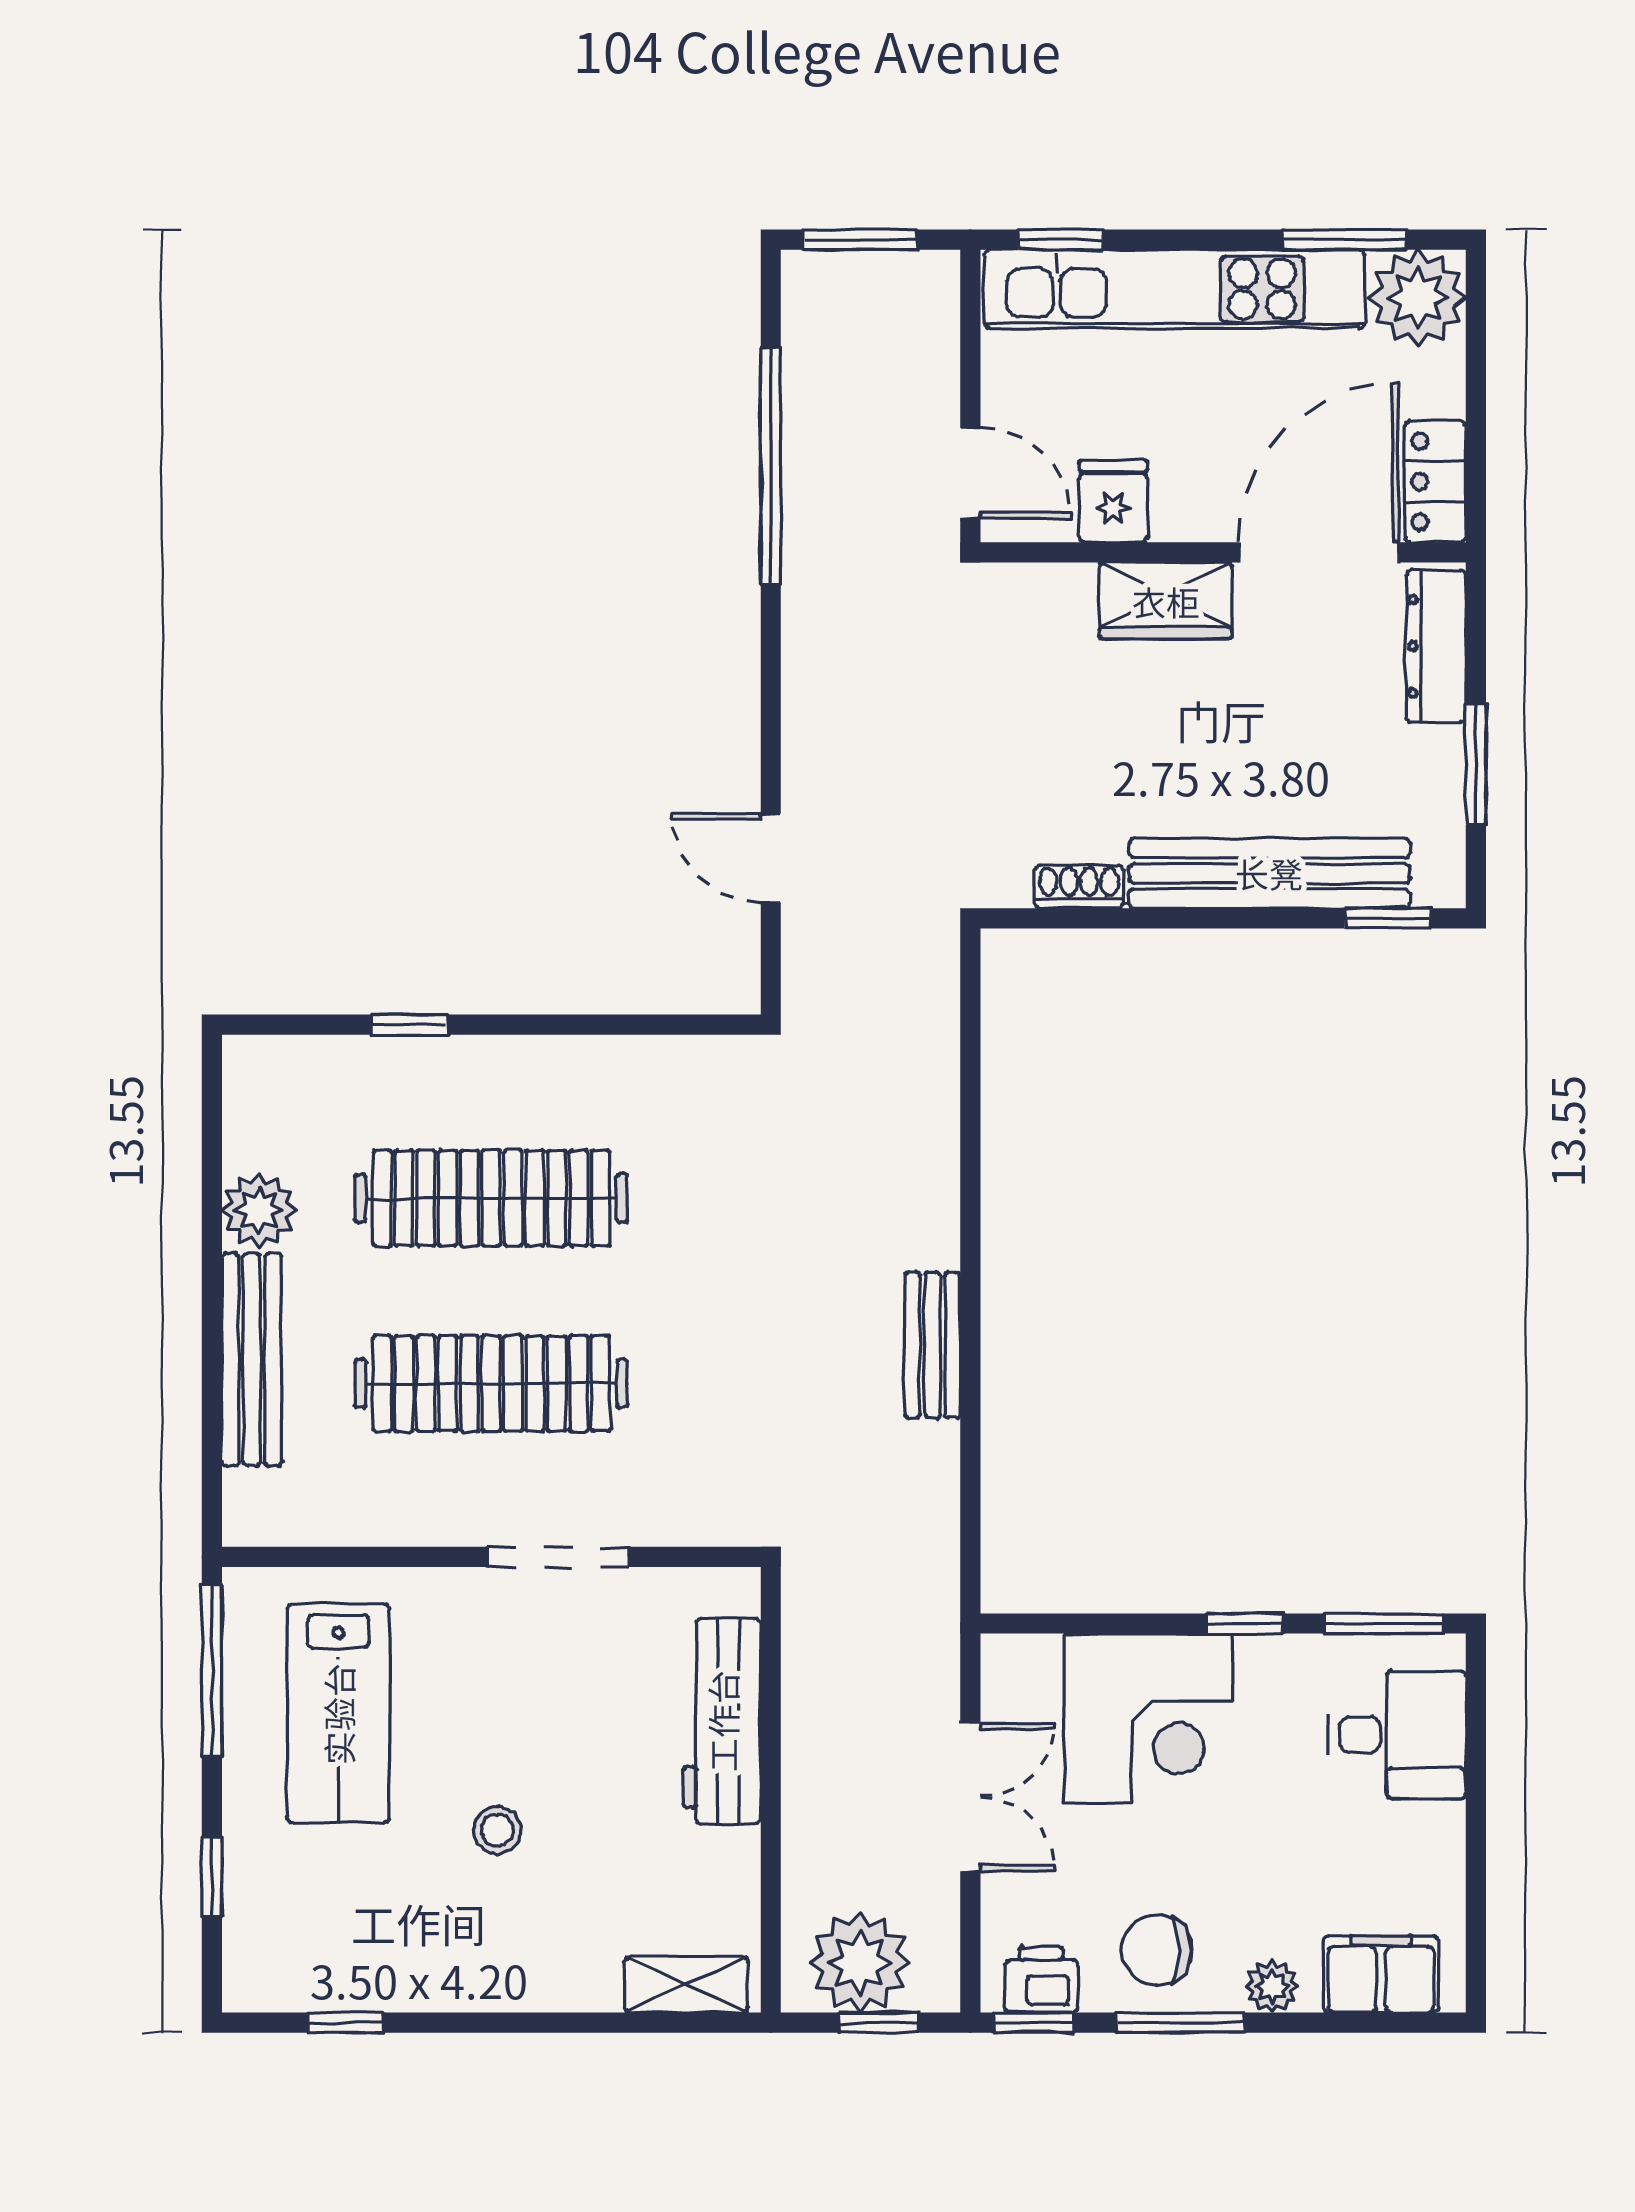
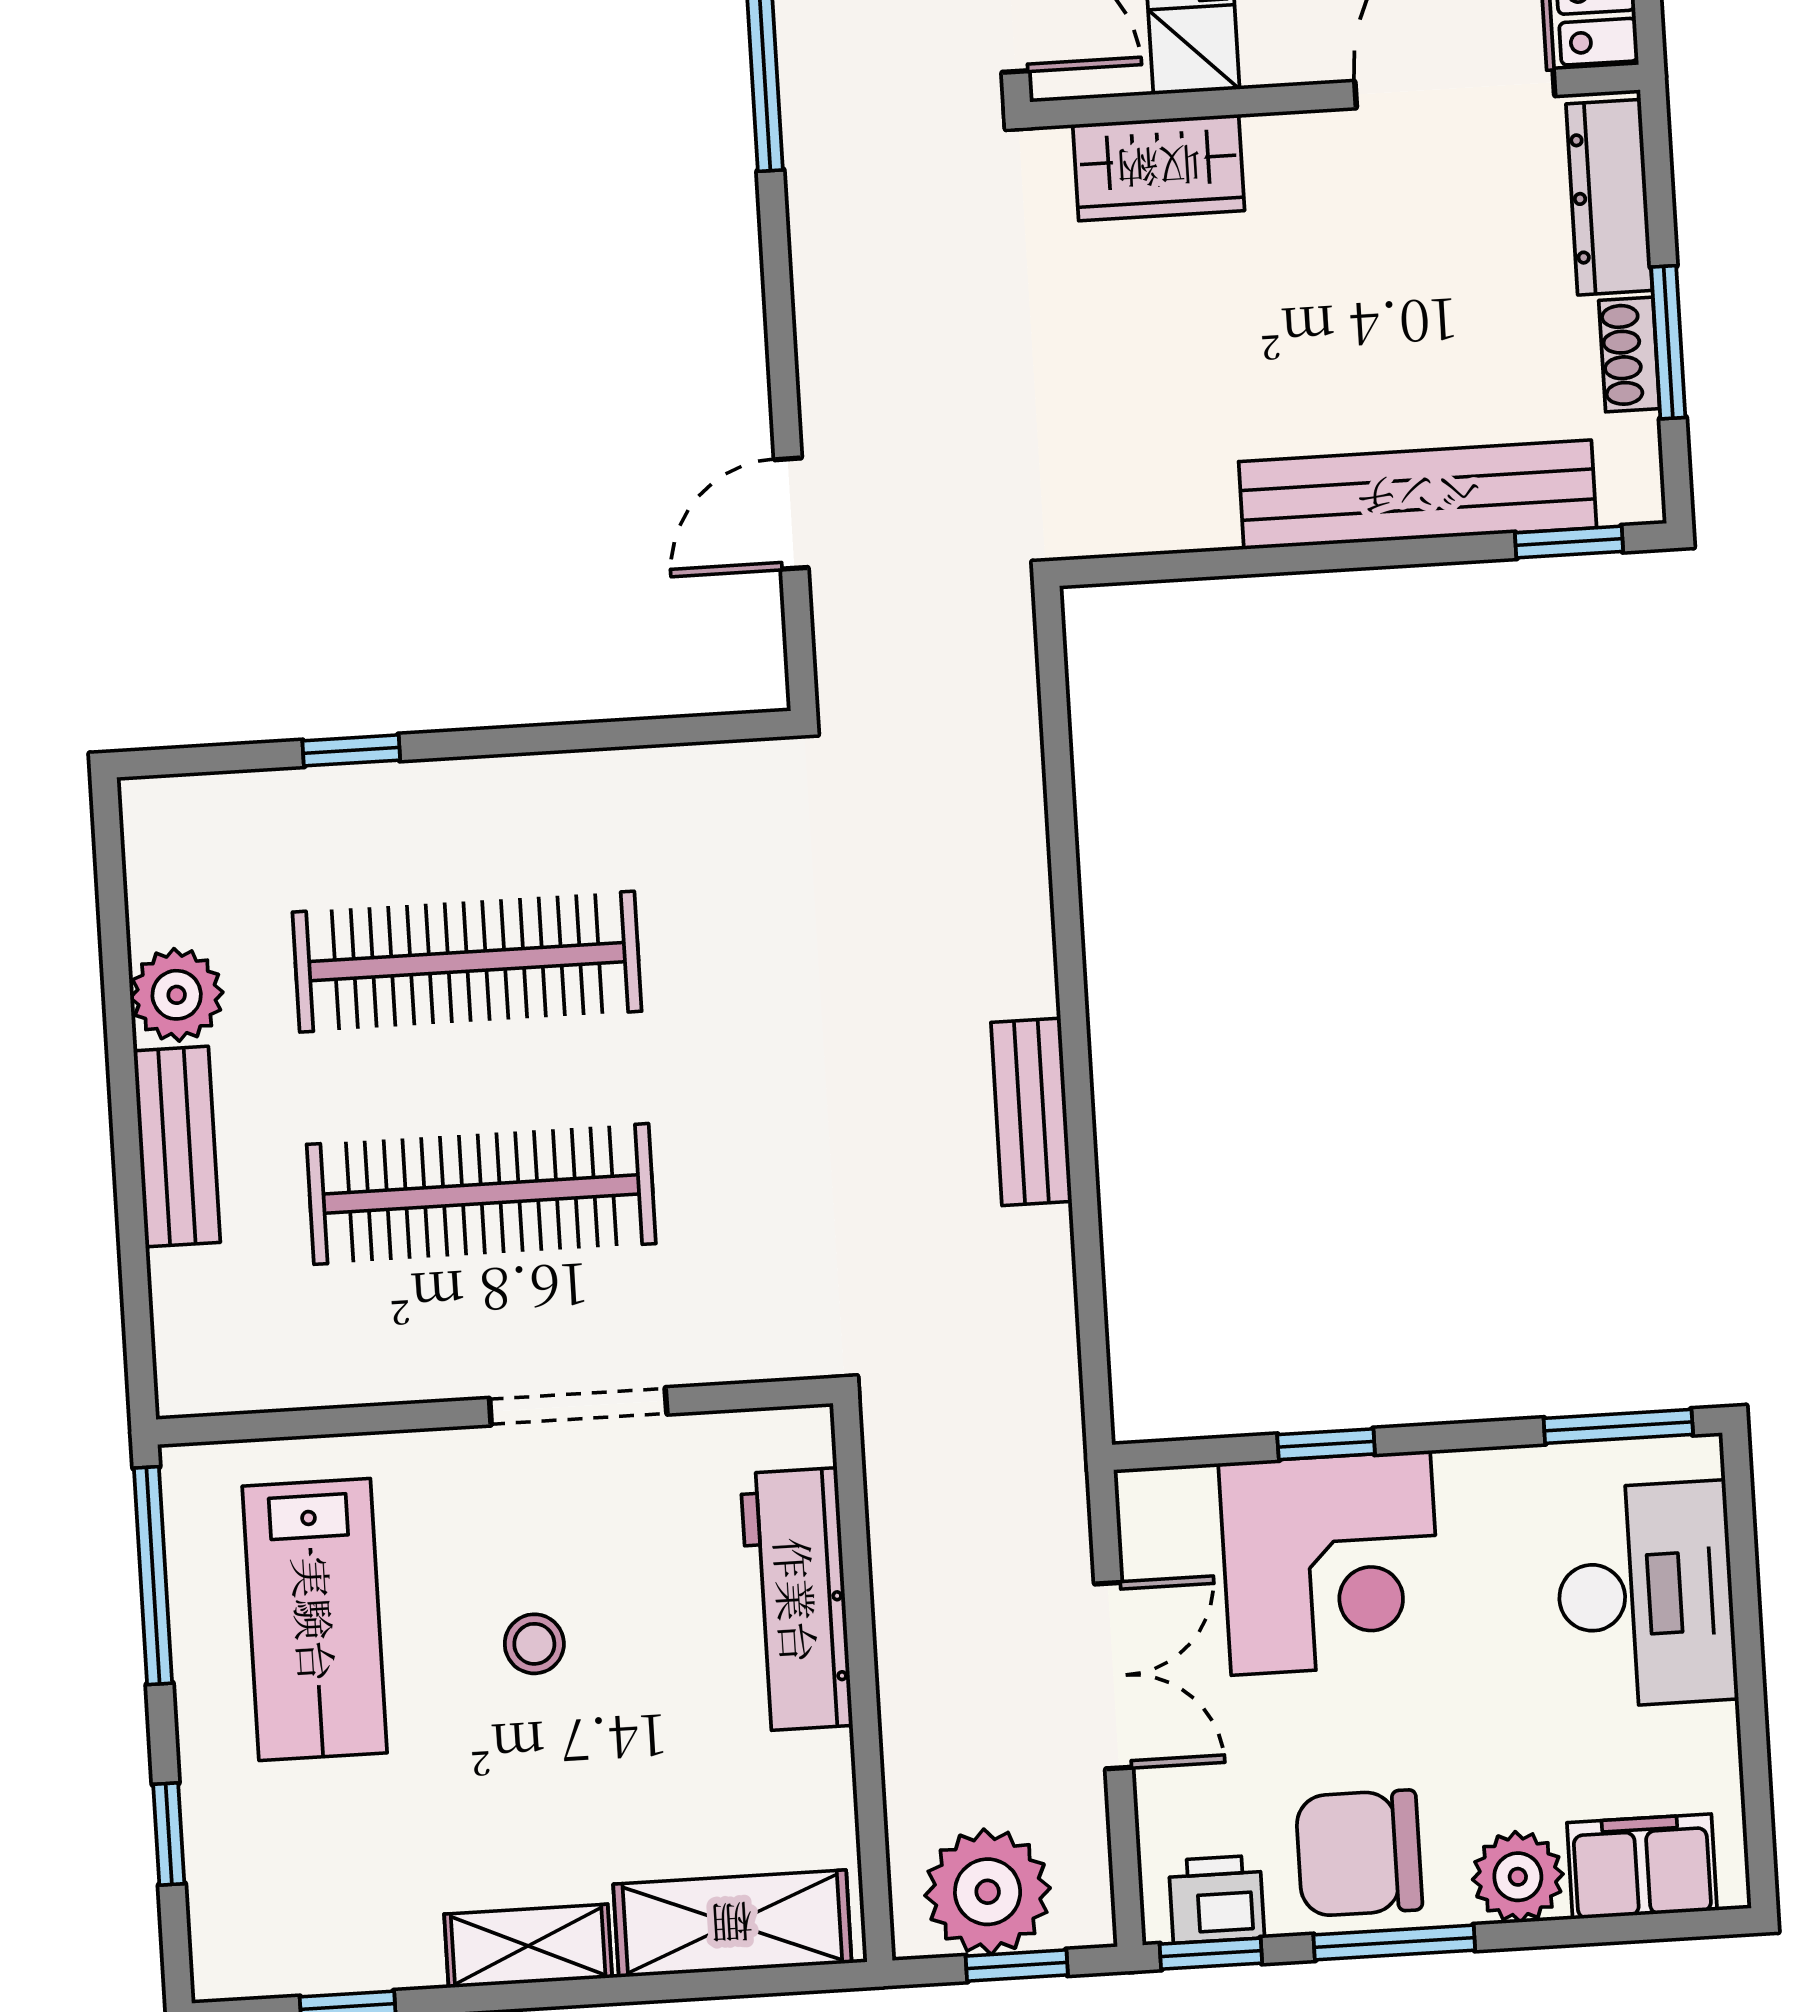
wardrobe: (1166, 601) -> (1159, 168), moved
door: (771, 858) -> (791, 514), hinge flipped
shoe rack: (1079, 887) -> (1629, 355), moved, turned -90
bench: (252, 1359) -> (177, 1147), width x0.73
window: (1245, 1623) -> (1326, 1444), moved
desk: (1397, 1735) -> (1646, 1595), width x1.37
stool: (497, 1830) -> (534, 1644), moved
chair: (1157, 1950) -> (1359, 1853), width x1.37, depth x1.37
shelving: (492, 1983) -> (528, 1946), added
shelving: (686, 1985) -> (732, 1924), width x1.50, depth x1.33
plant: (1272, 1986) -> (1518, 1877), width x1.38, depth x1.38

